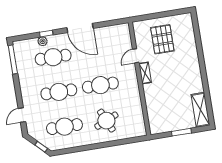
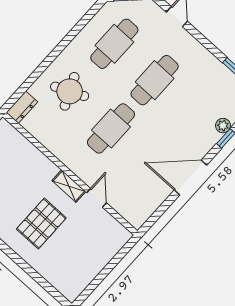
pallet: (162, 39) -> (41, 223), moved, turned 90
cafe table: (53, 57) -> (195, 116), removed
dresser: (137, 132) -> (22, 107), added

